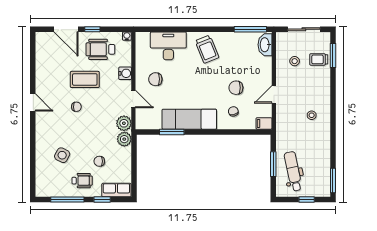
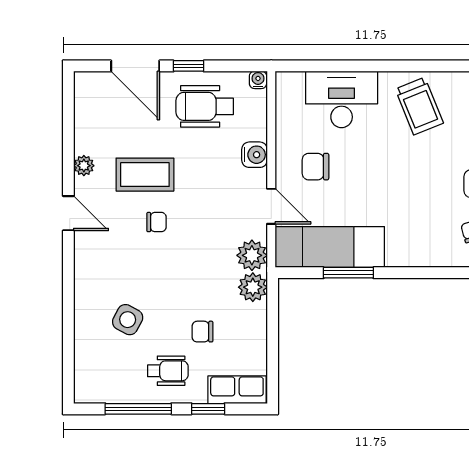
plant: (40, 79) -> (84, 166), added
coffee table: (85, 79) -> (145, 175), moved
exam couch: (189, 119) -> (330, 247), moved

